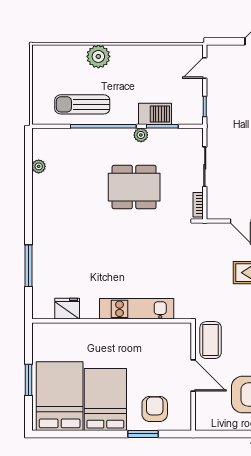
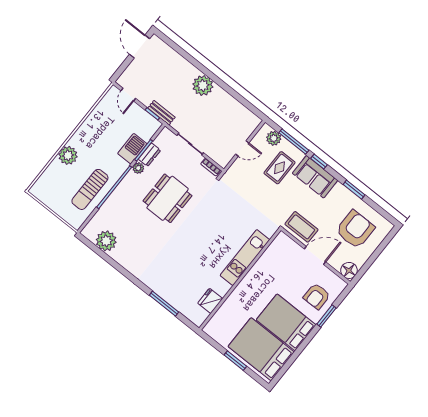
bench: (213, 114) -> (161, 113), added
dresser: (163, 135) -> (149, 155), added
plant: (39, 166) -> (106, 241), width x1.87, depth x1.87
armchair: (155, 409) -> (317, 296), turned -90
floor lamp: (205, 420) -> (349, 270), added

